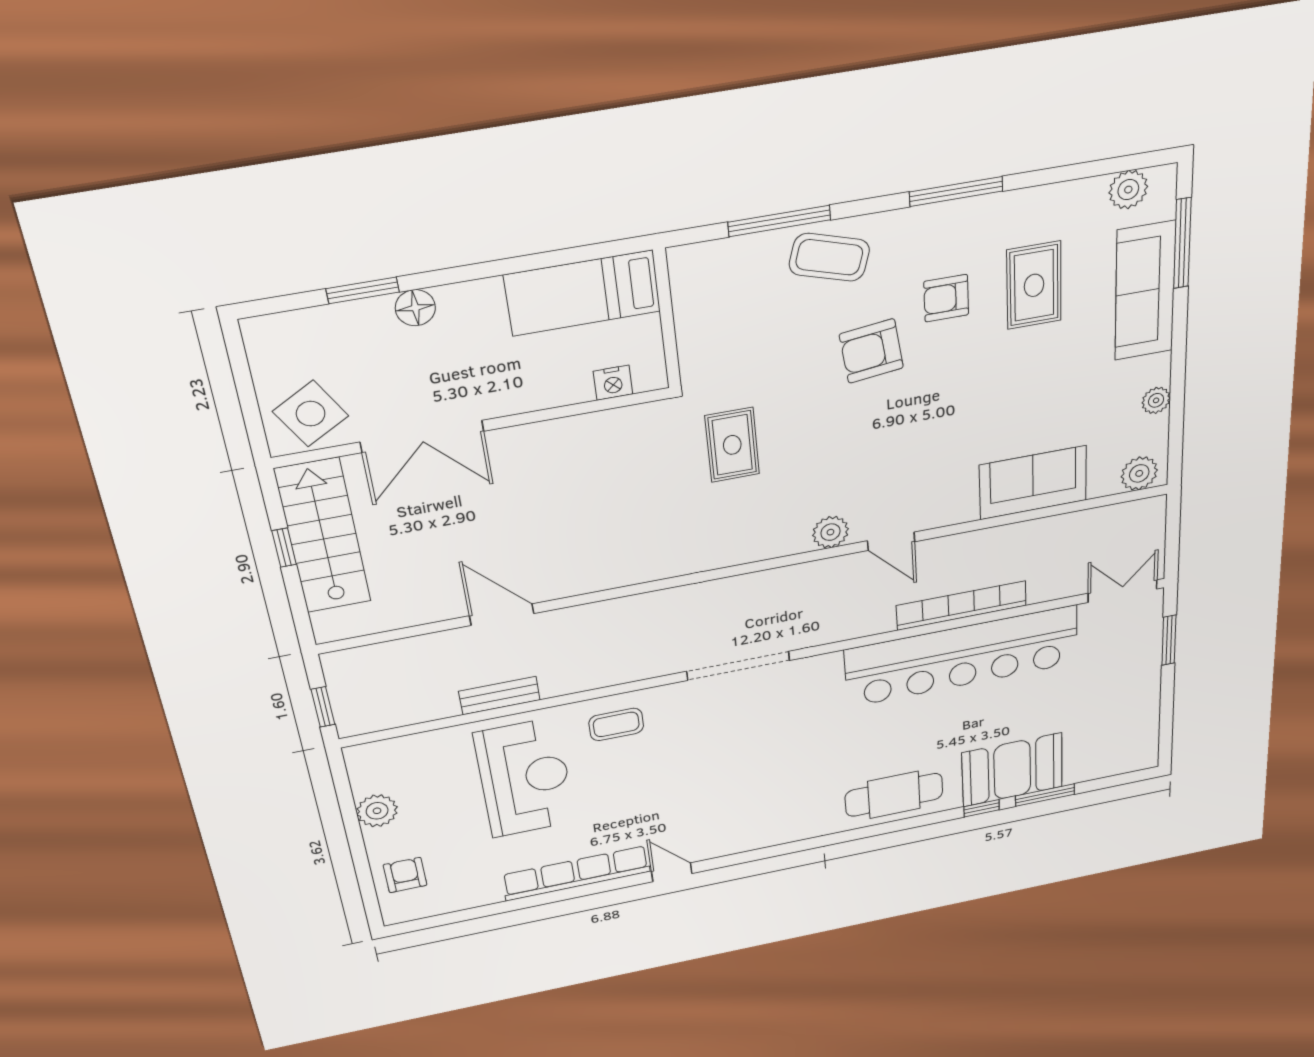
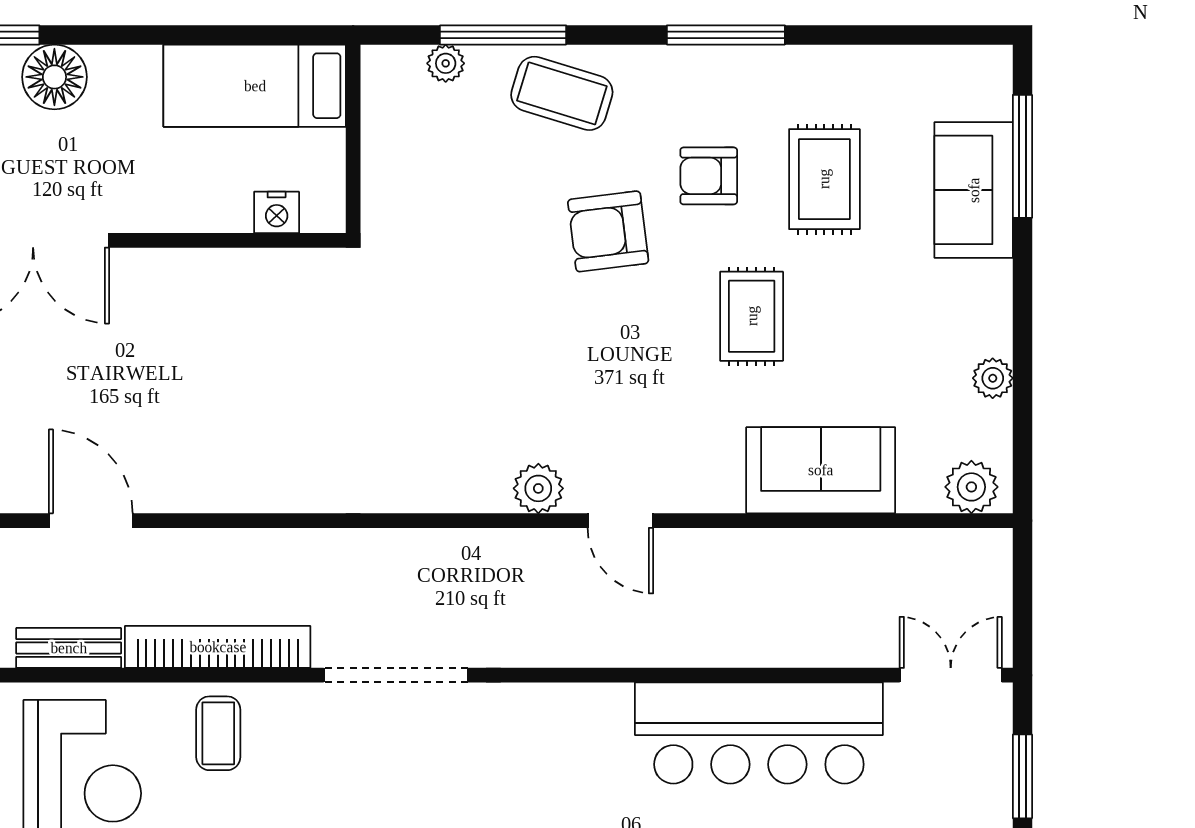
plant: (1128, 190) -> (446, 63), moved, width x0.73, depth x0.73
sofa: (1145, 291) -> (974, 190), width x0.73
floor lamp: (415, 308) -> (54, 77), width x1.38, depth x1.38
rug: (732, 445) -> (752, 316), moved
bookcase: (961, 606) -> (218, 647), moved
bar counter: (962, 656) -> (759, 733), width x0.73
coffee table: (616, 724) -> (218, 733), turned 90

